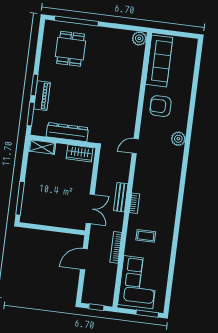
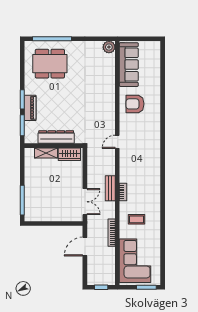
dining table: (71, 49) -> (50, 64), width x1.38
plant: (178, 139) -> (154, 131), removed
shelving: (42, 147) -> (46, 153), moved

